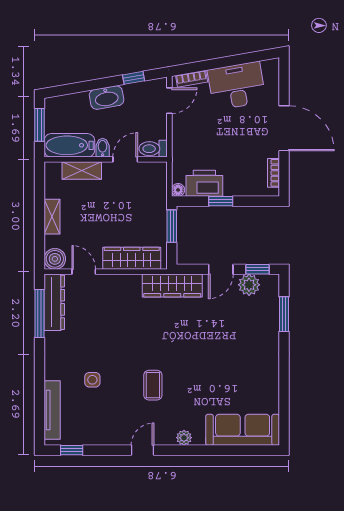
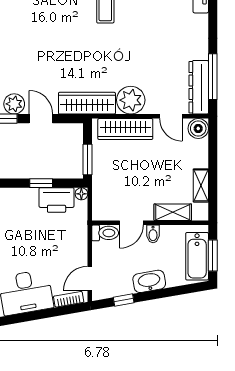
bathtub: (69, 145) -> (197, 256), moved, turned 90
shelving: (52, 217) -> (201, 185), moved
door: (221, 269) -> (41, 119), hinge flipped
plant: (126, 289) -> (131, 100), added
side table: (92, 380) -> (163, 14), removed

